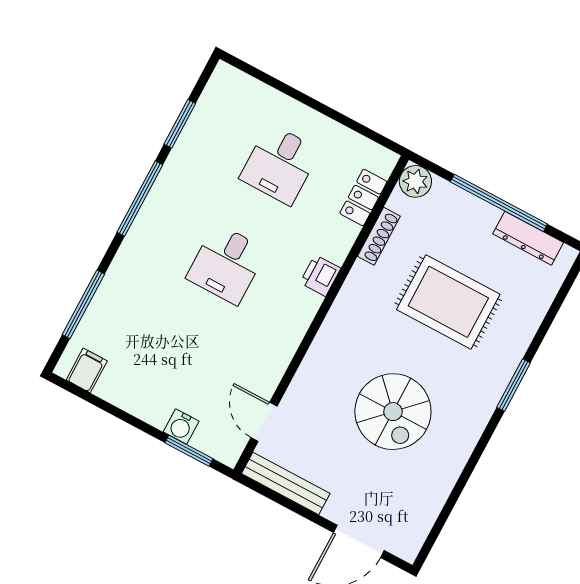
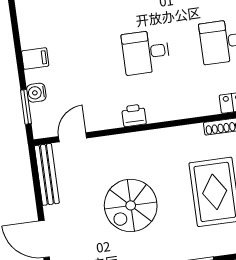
printer: (320, 276) -> (134, 115), moved
filing cabinet: (87, 370) -> (35, 58), moved

